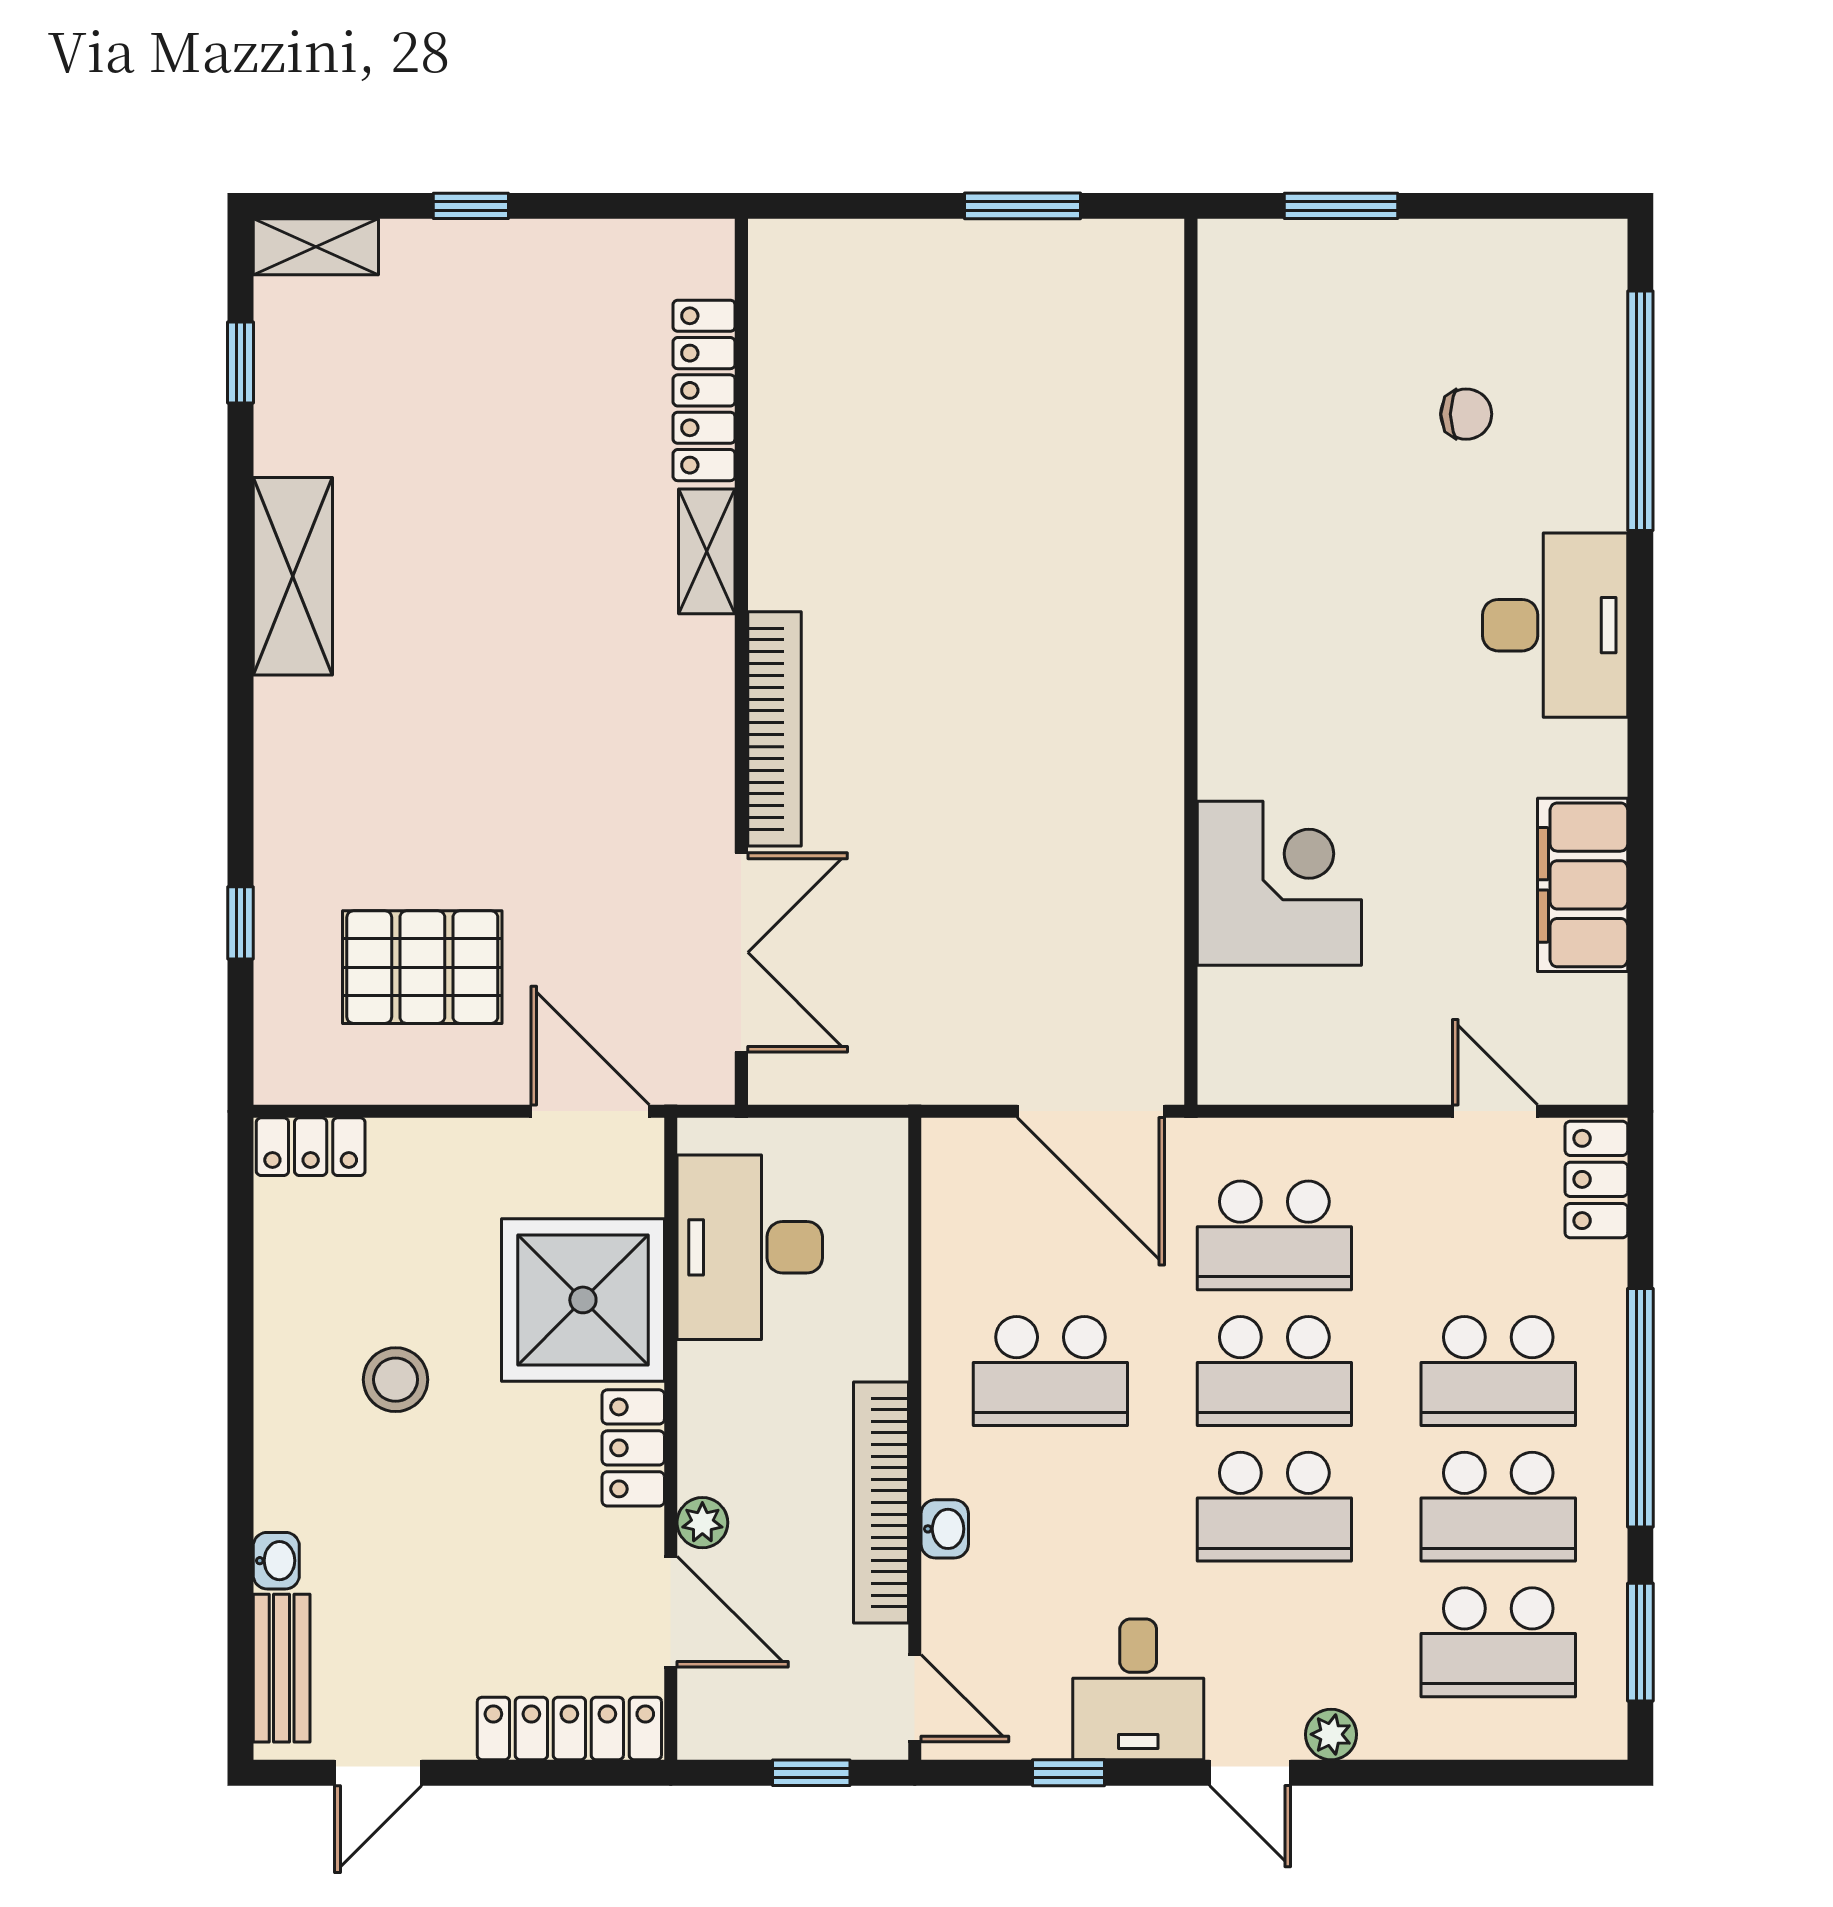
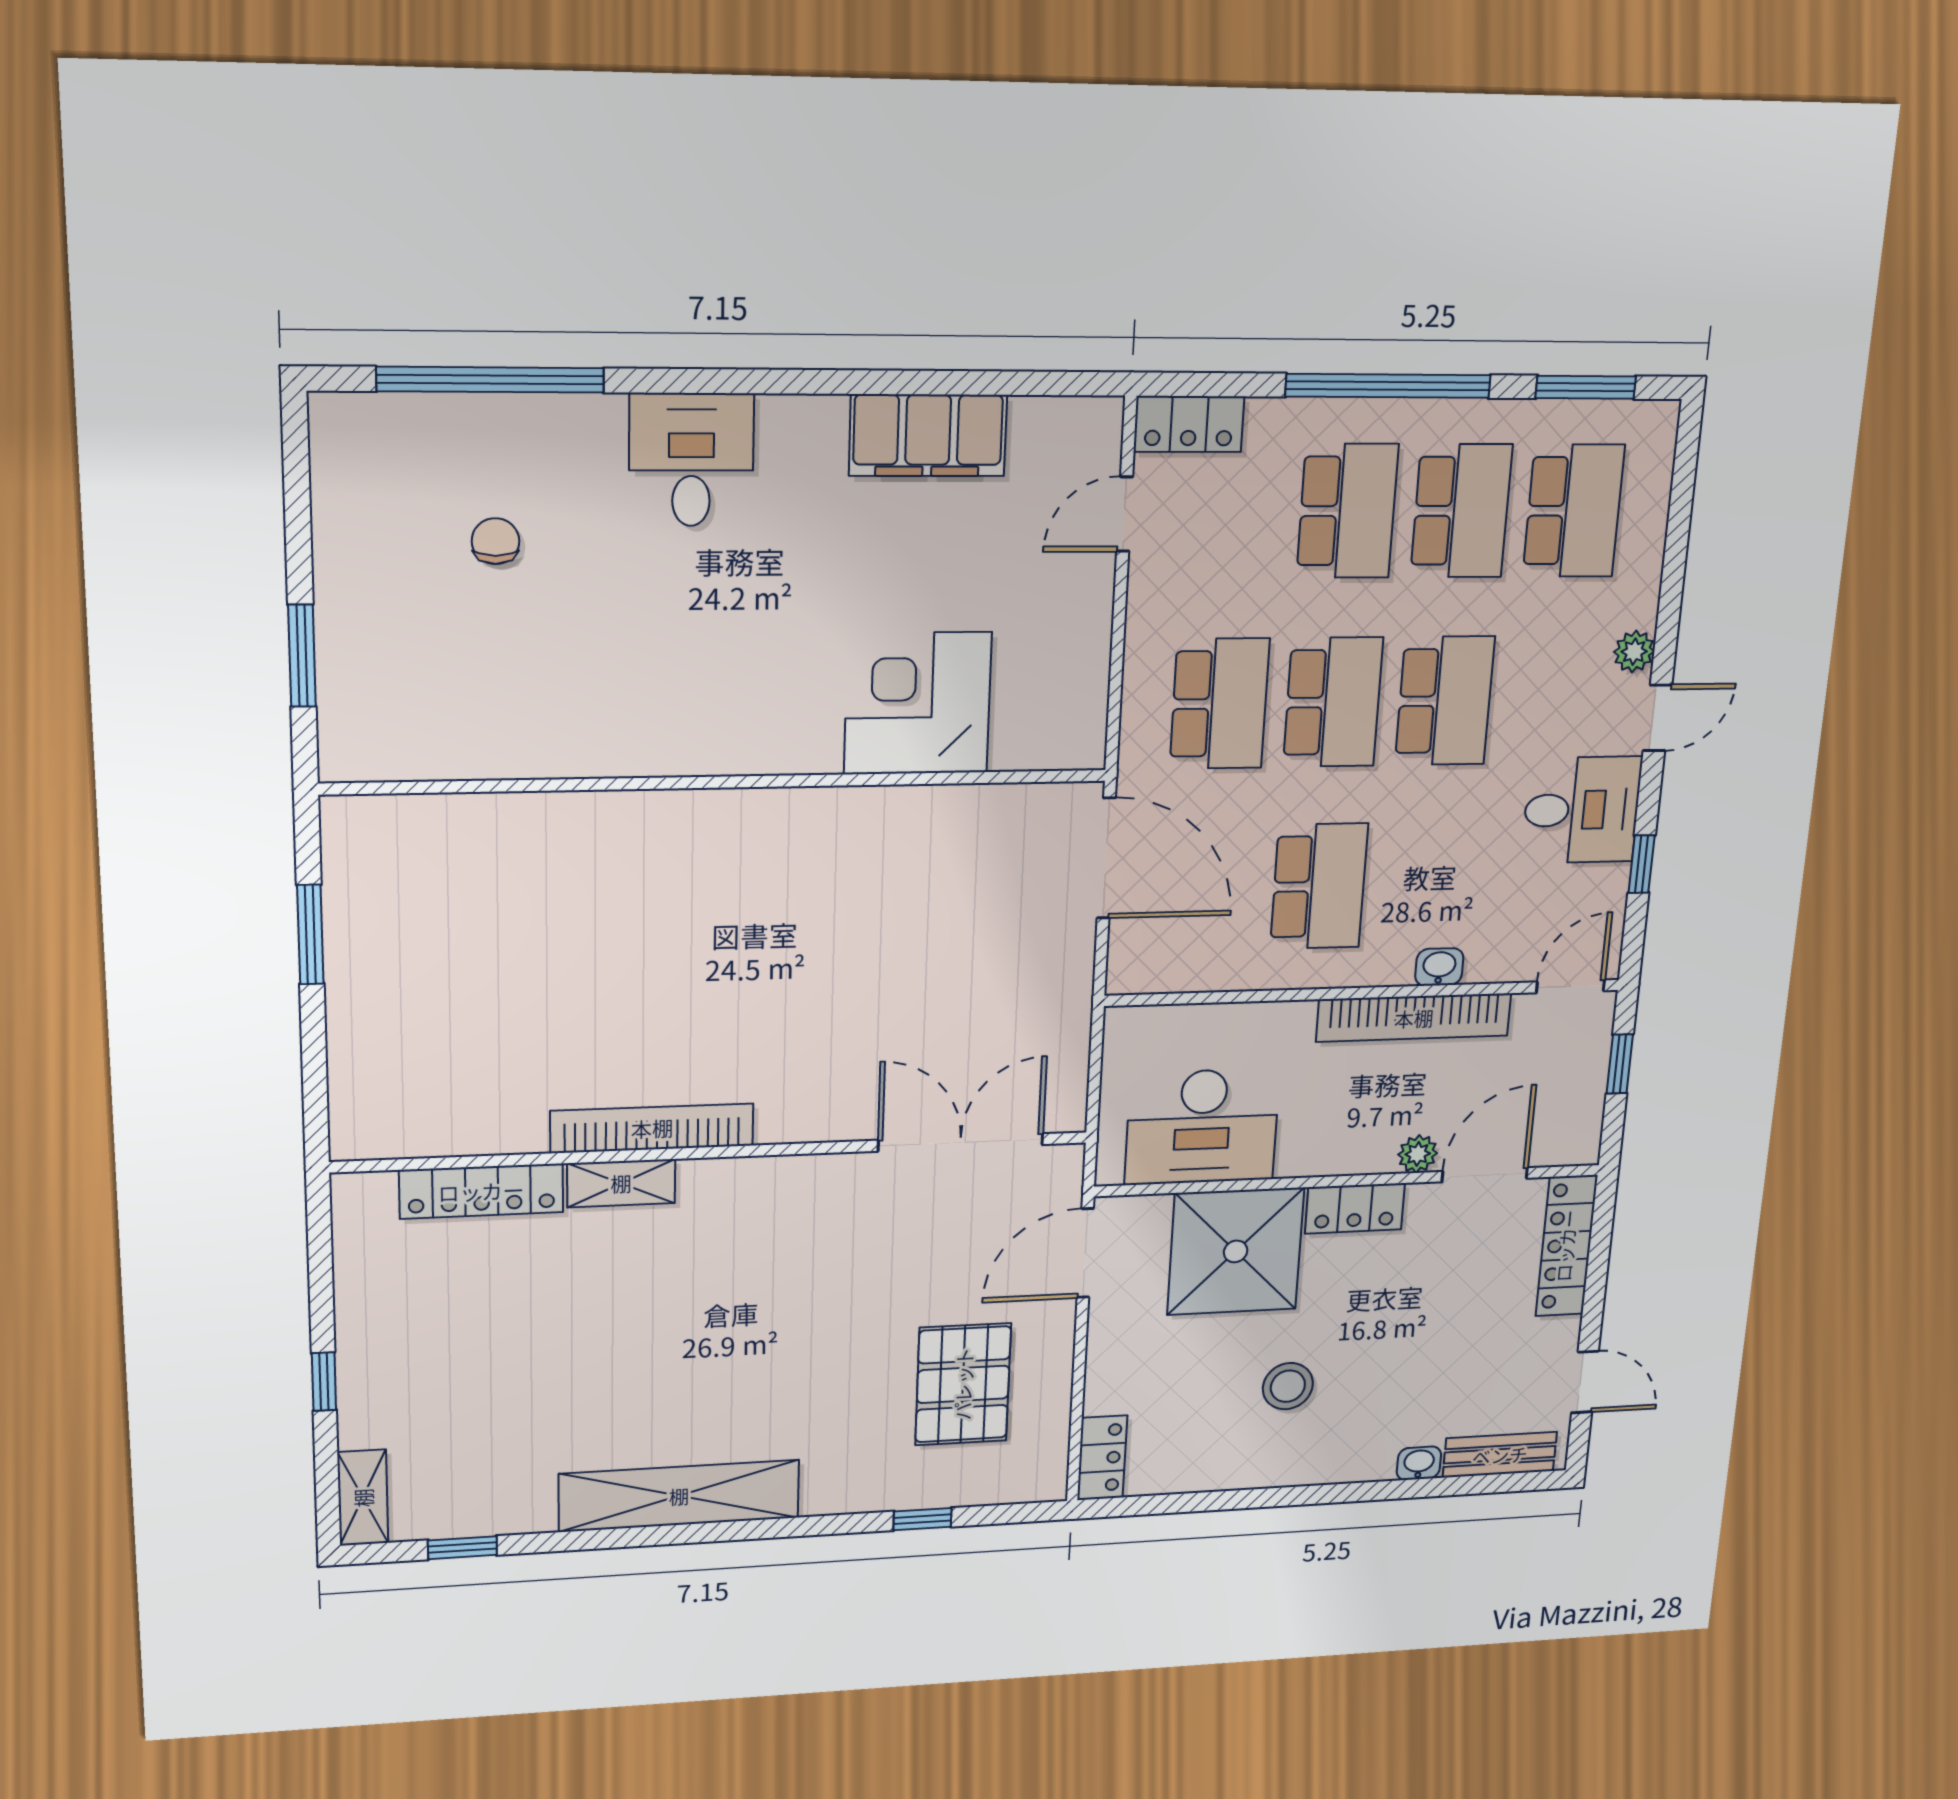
shelving: (293, 576) -> (679, 1496), width x1.47
desk: (1555, 625) -> (691, 460), width x0.73
bookcase: (774, 729) -> (652, 1128), moved
door: (1091, 1111) -> (1106, 858), hinge flipped

